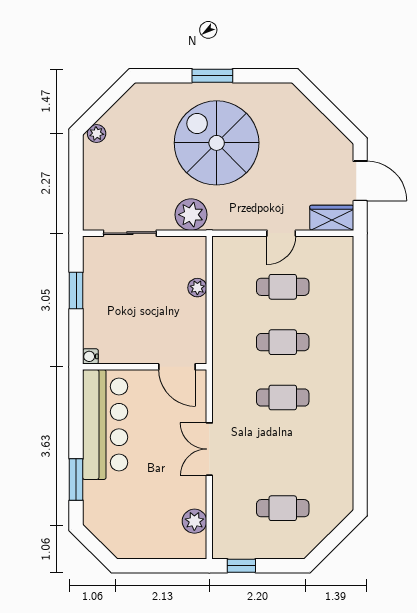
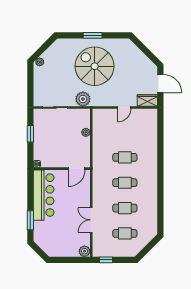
cafe table: (283, 287) -> (125, 208), moved
door: (177, 367) -> (76, 169), hinge flipped
double door: (209, 449) -> (91, 220), moved
plant: (194, 521) -> (84, 251), moved

